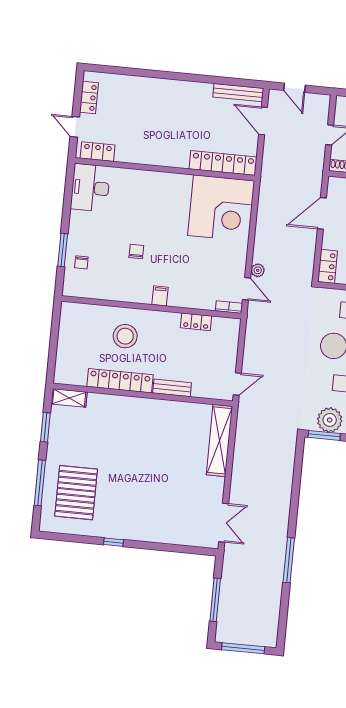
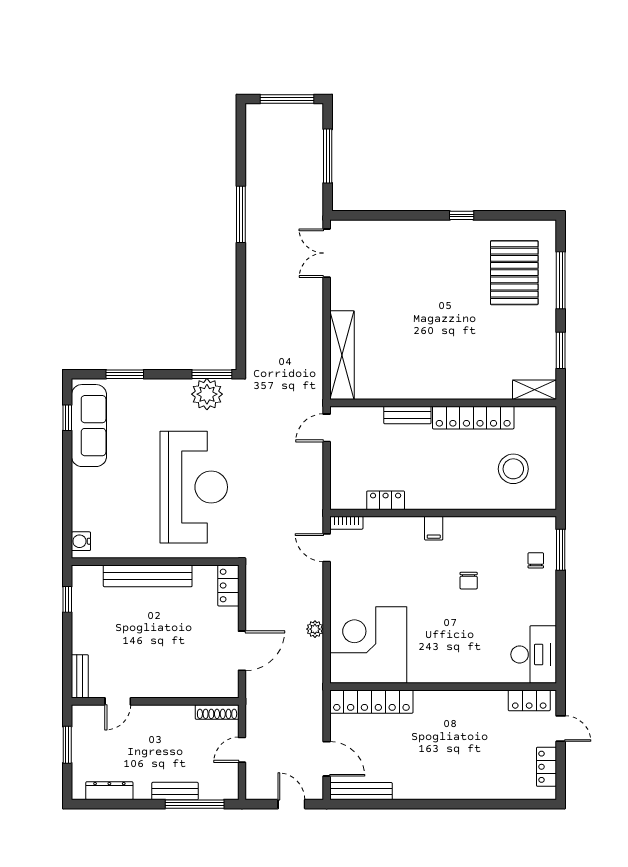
window: (63, 250) -> (561, 550), moved
plant: (258, 270) -> (315, 629), moved
stool: (125, 336) -> (513, 469), moved

